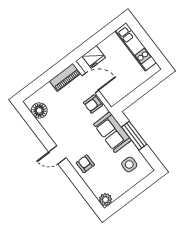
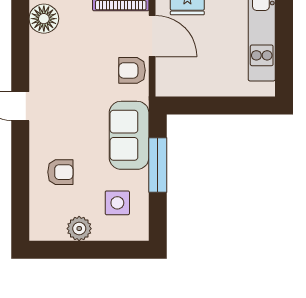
armchair: (85, 164) -> (60, 172), moved, turned 90
plant: (105, 200) -> (79, 229), moved

